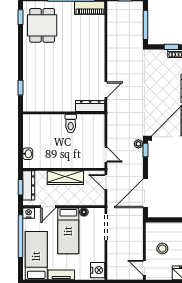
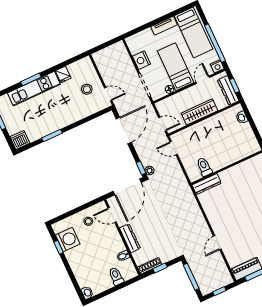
door: (106, 90) -> (217, 243), moved
toilet: (71, 123) -> (204, 167), moved
door: (144, 268) -> (108, 94), moved
nightstand: (98, 270) -> (142, 60), moved

